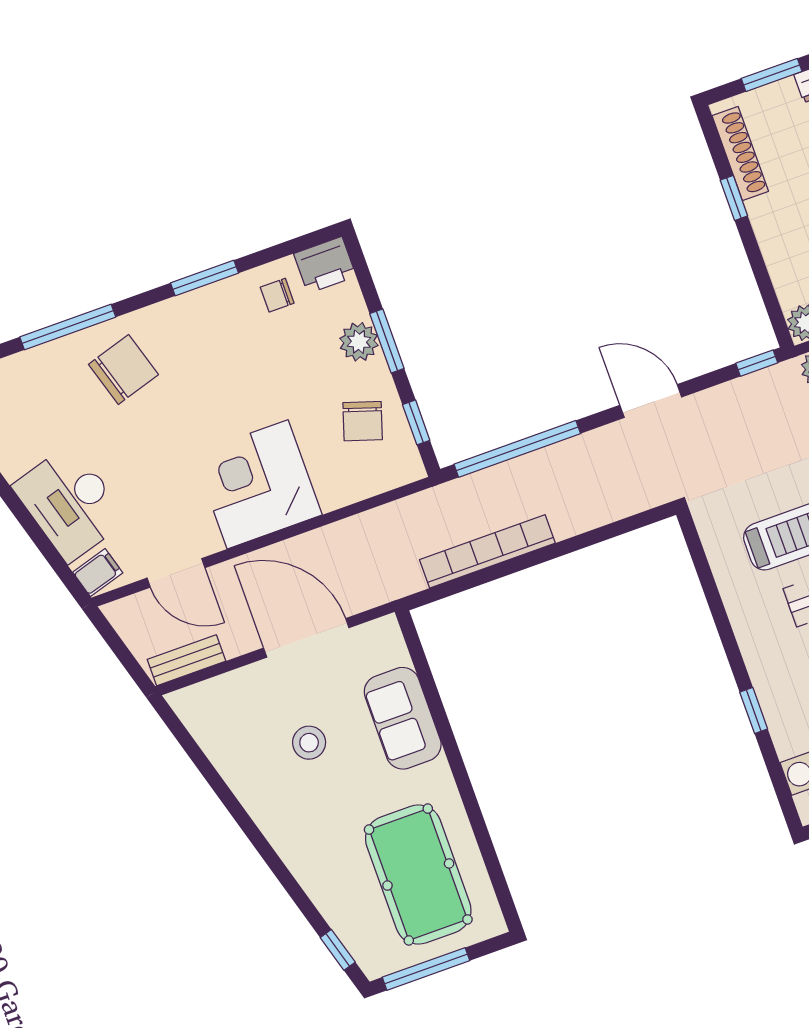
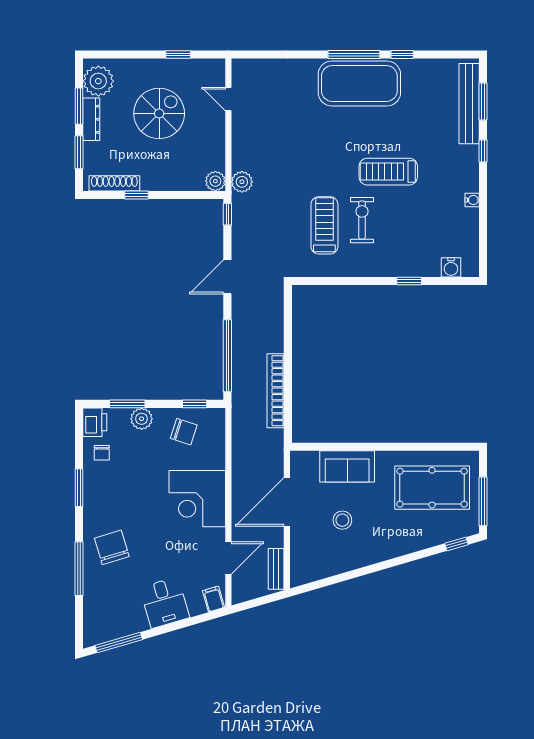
window: (387, 341) -> (127, 404), moved
desk: (70, 503) -> (165, 603), width x0.73

